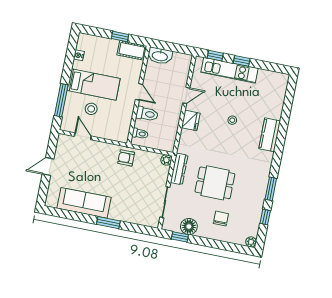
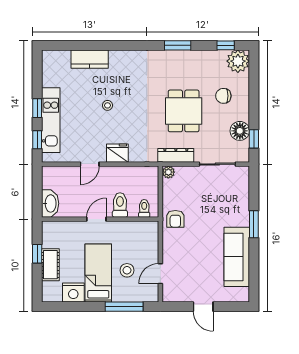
cot: (132, 50) -> (50, 265), moved
nightstand: (79, 55) -> (73, 293), width x1.89, depth x1.79
door: (186, 95) -> (90, 164), swing flipped
kitchen counter: (270, 135) -> (90, 59), moved
window: (265, 217) -> (226, 45), moved
plant: (251, 242) -> (238, 61), width x1.87, depth x1.87

